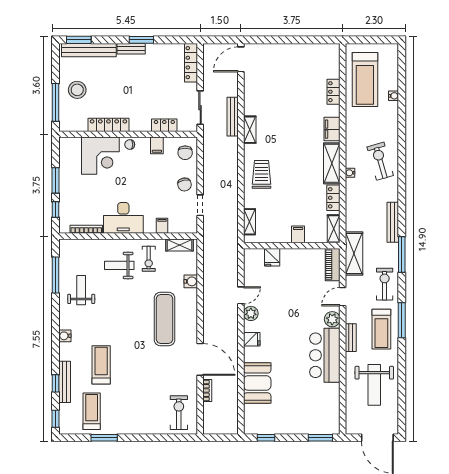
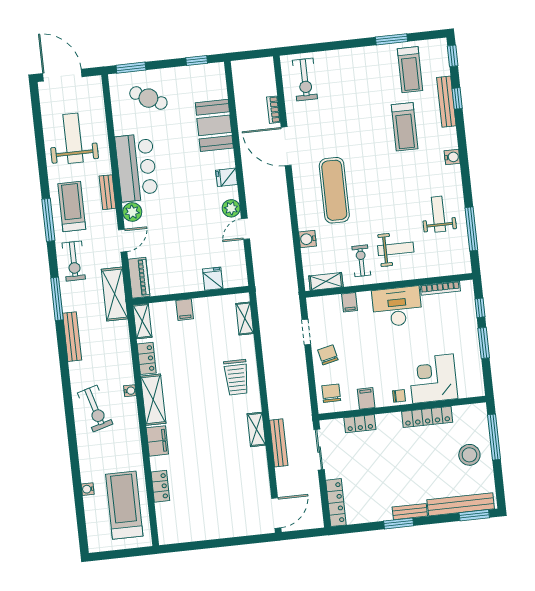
weight bench: (81, 290) -> (438, 214), turned 180
cafe table: (309, 411) -> (148, 98), added

